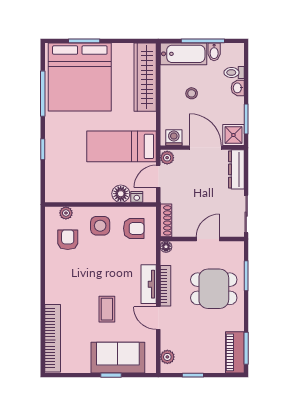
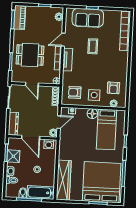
shower: (233, 135) -> (13, 156), moved
bed: (122, 146) -> (107, 129), moved, turned 90
floor lamp: (121, 194) -> (92, 114), moved
door: (208, 239) -> (32, 84), hinge flipped
door: (158, 318) -> (63, 40), swing flipped

